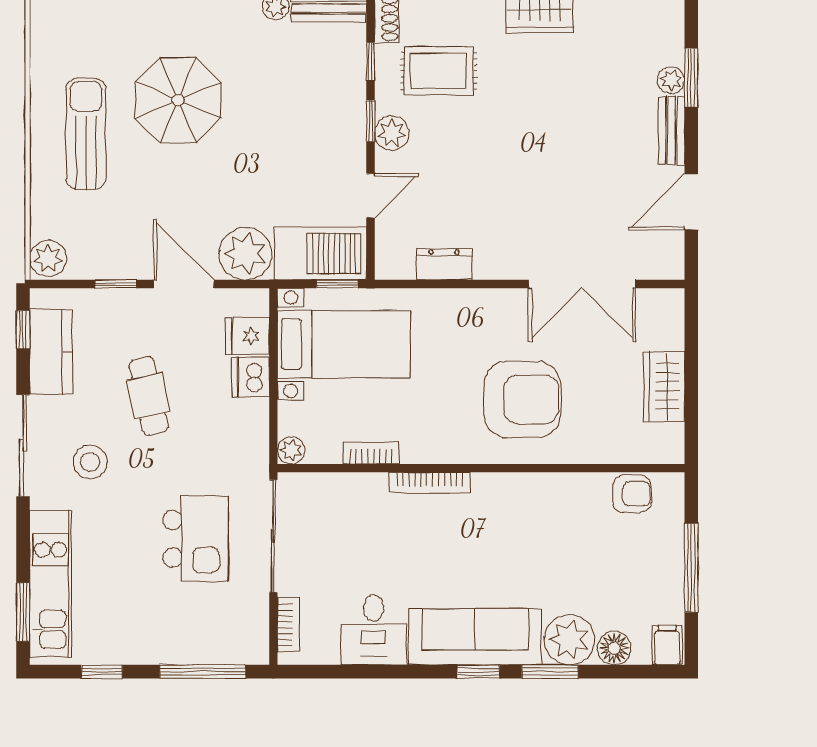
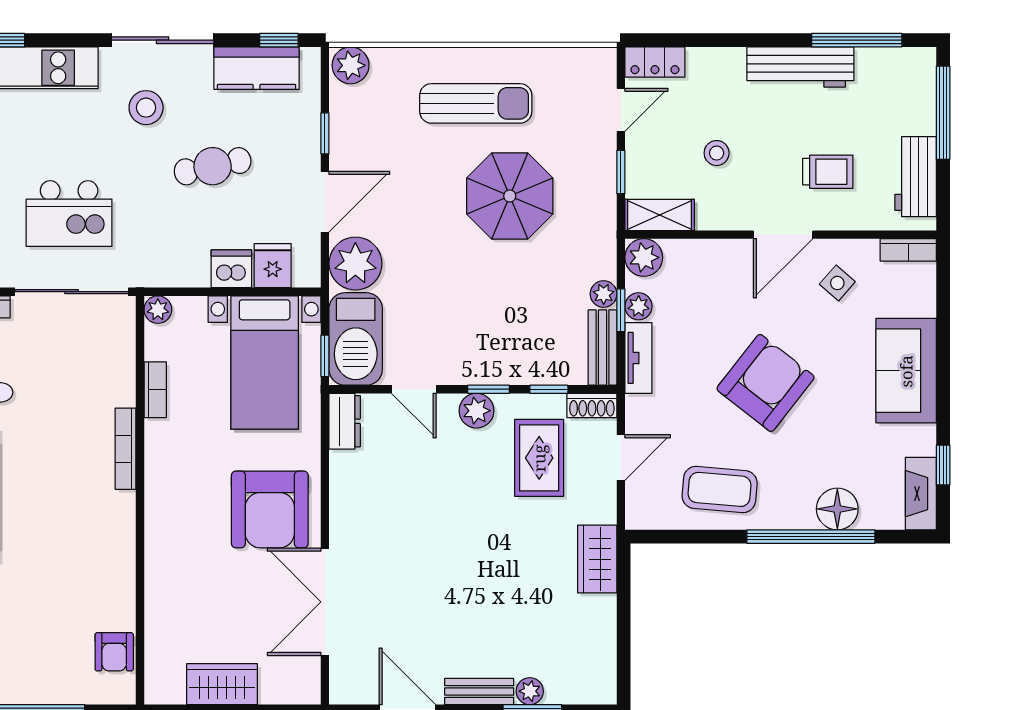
dresser: (444, 264) -> (345, 421), moved
armchair: (522, 399) -> (270, 509), moved

